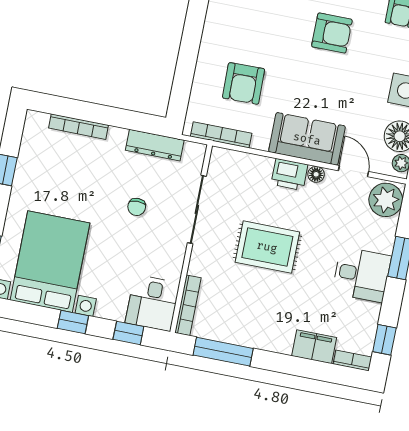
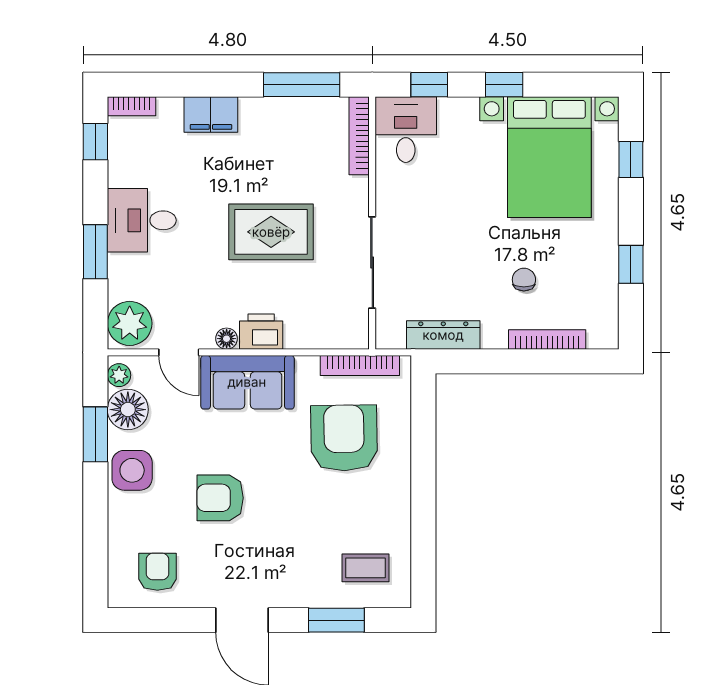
armchair: (332, 33) -> (220, 498), moved
armchair: (244, 83) -> (344, 438), width x1.36, depth x1.36
chair: (137, 207) -> (524, 280), moved
filing cabinet: (314, 347) -> (211, 114), moved

